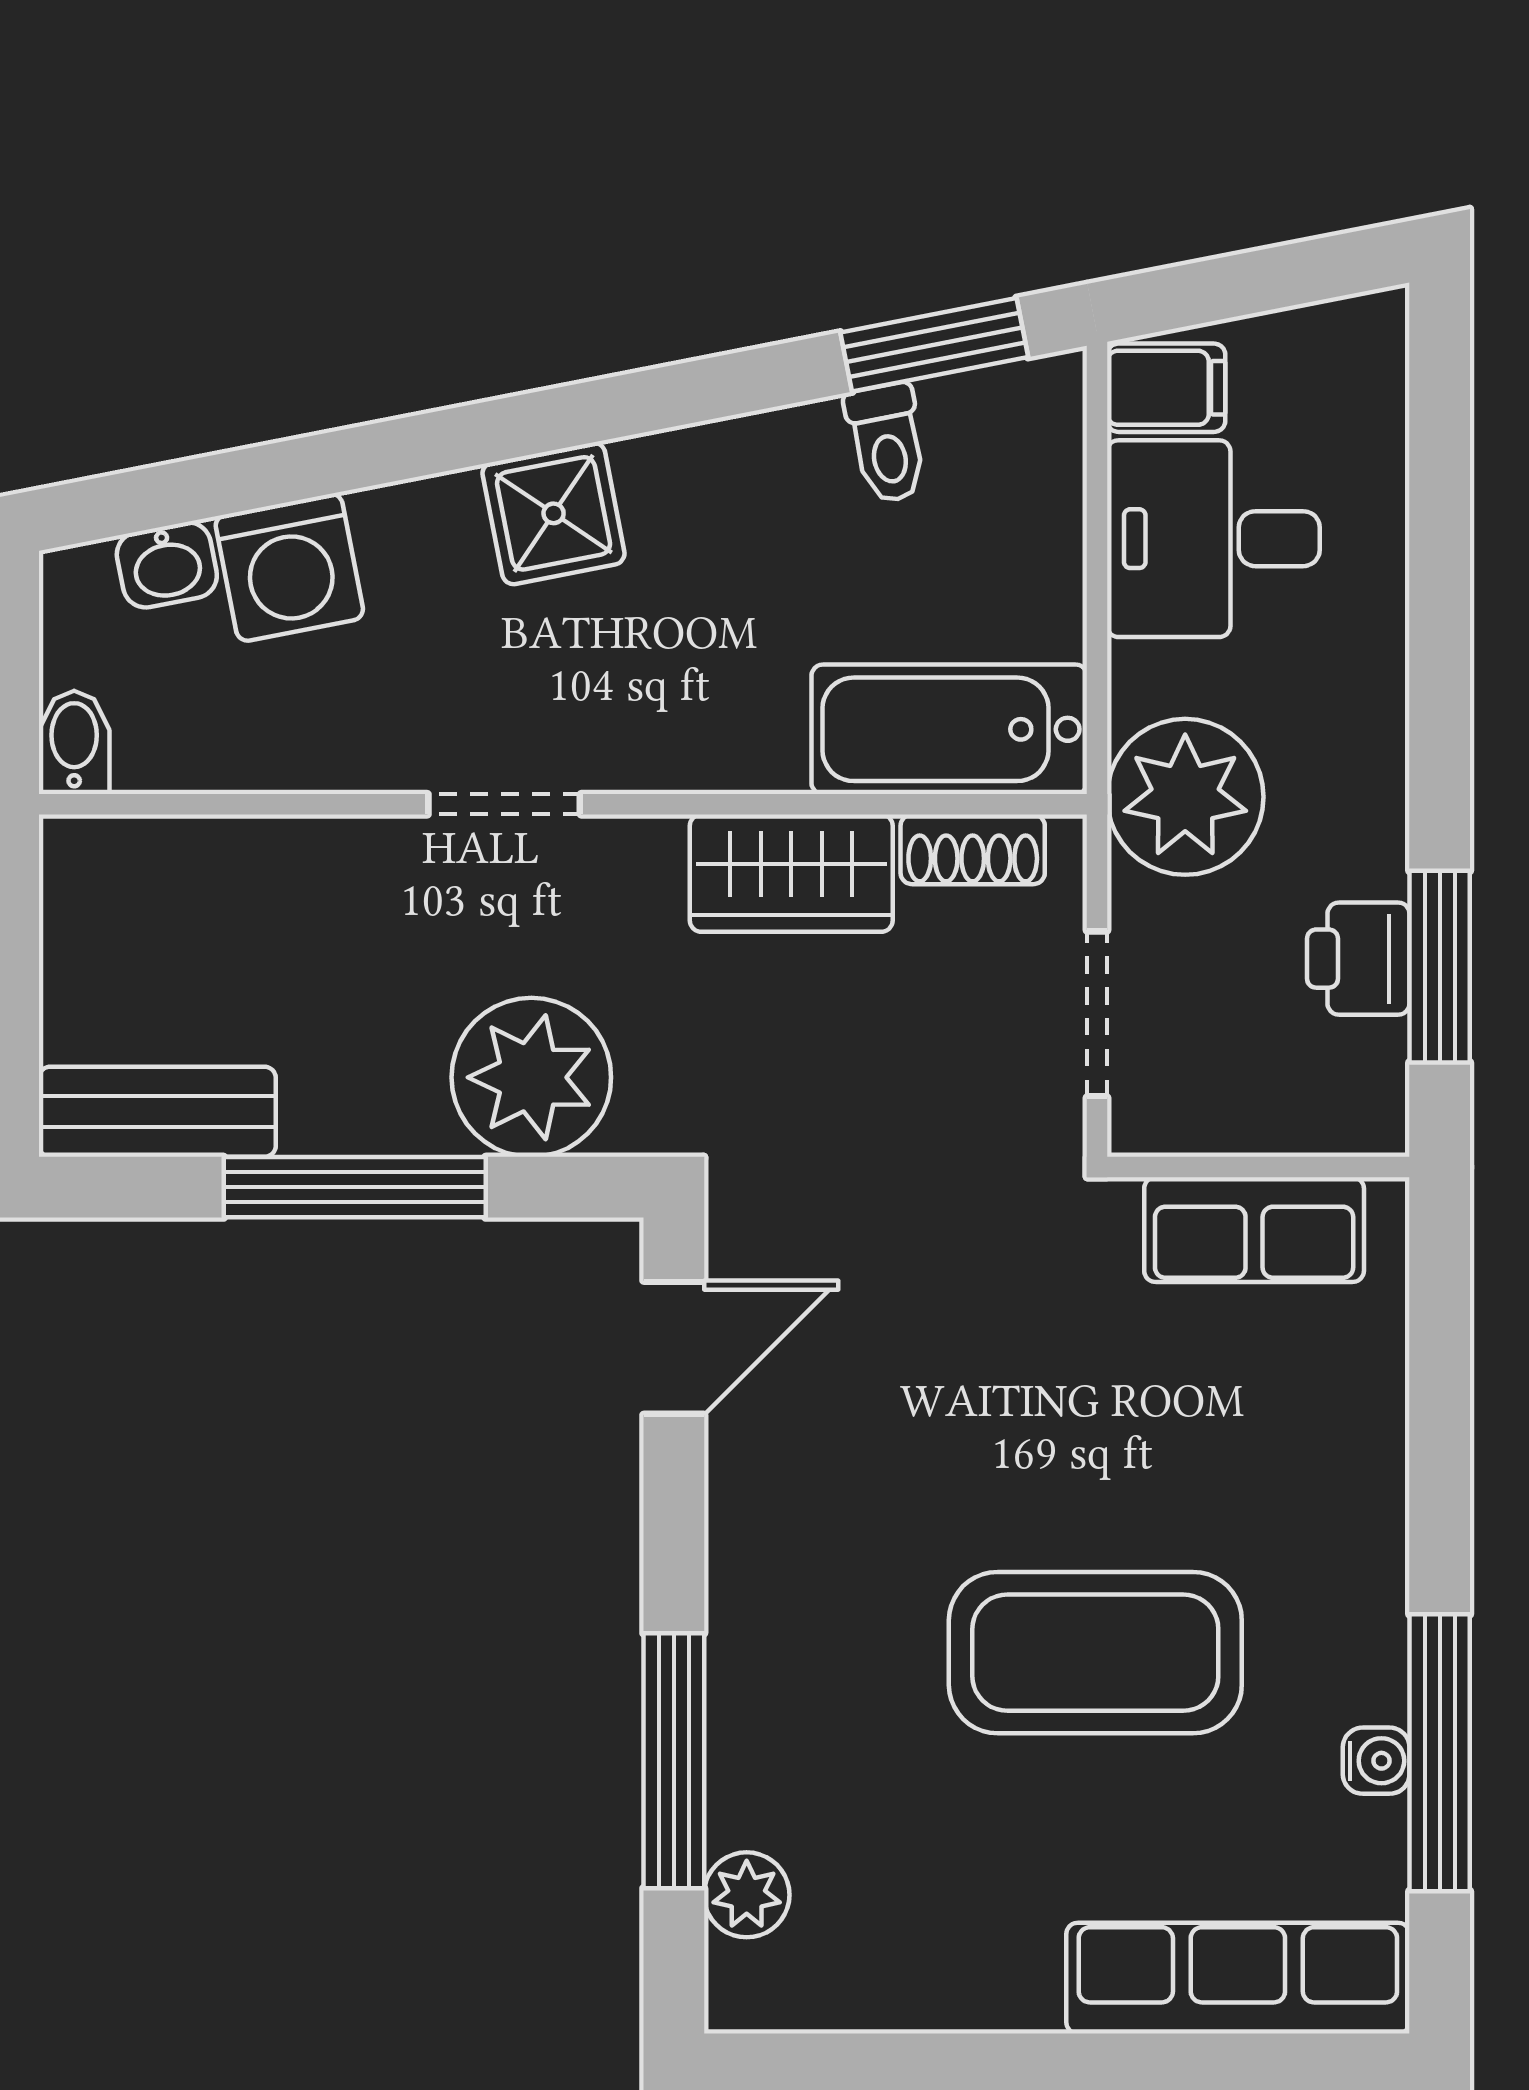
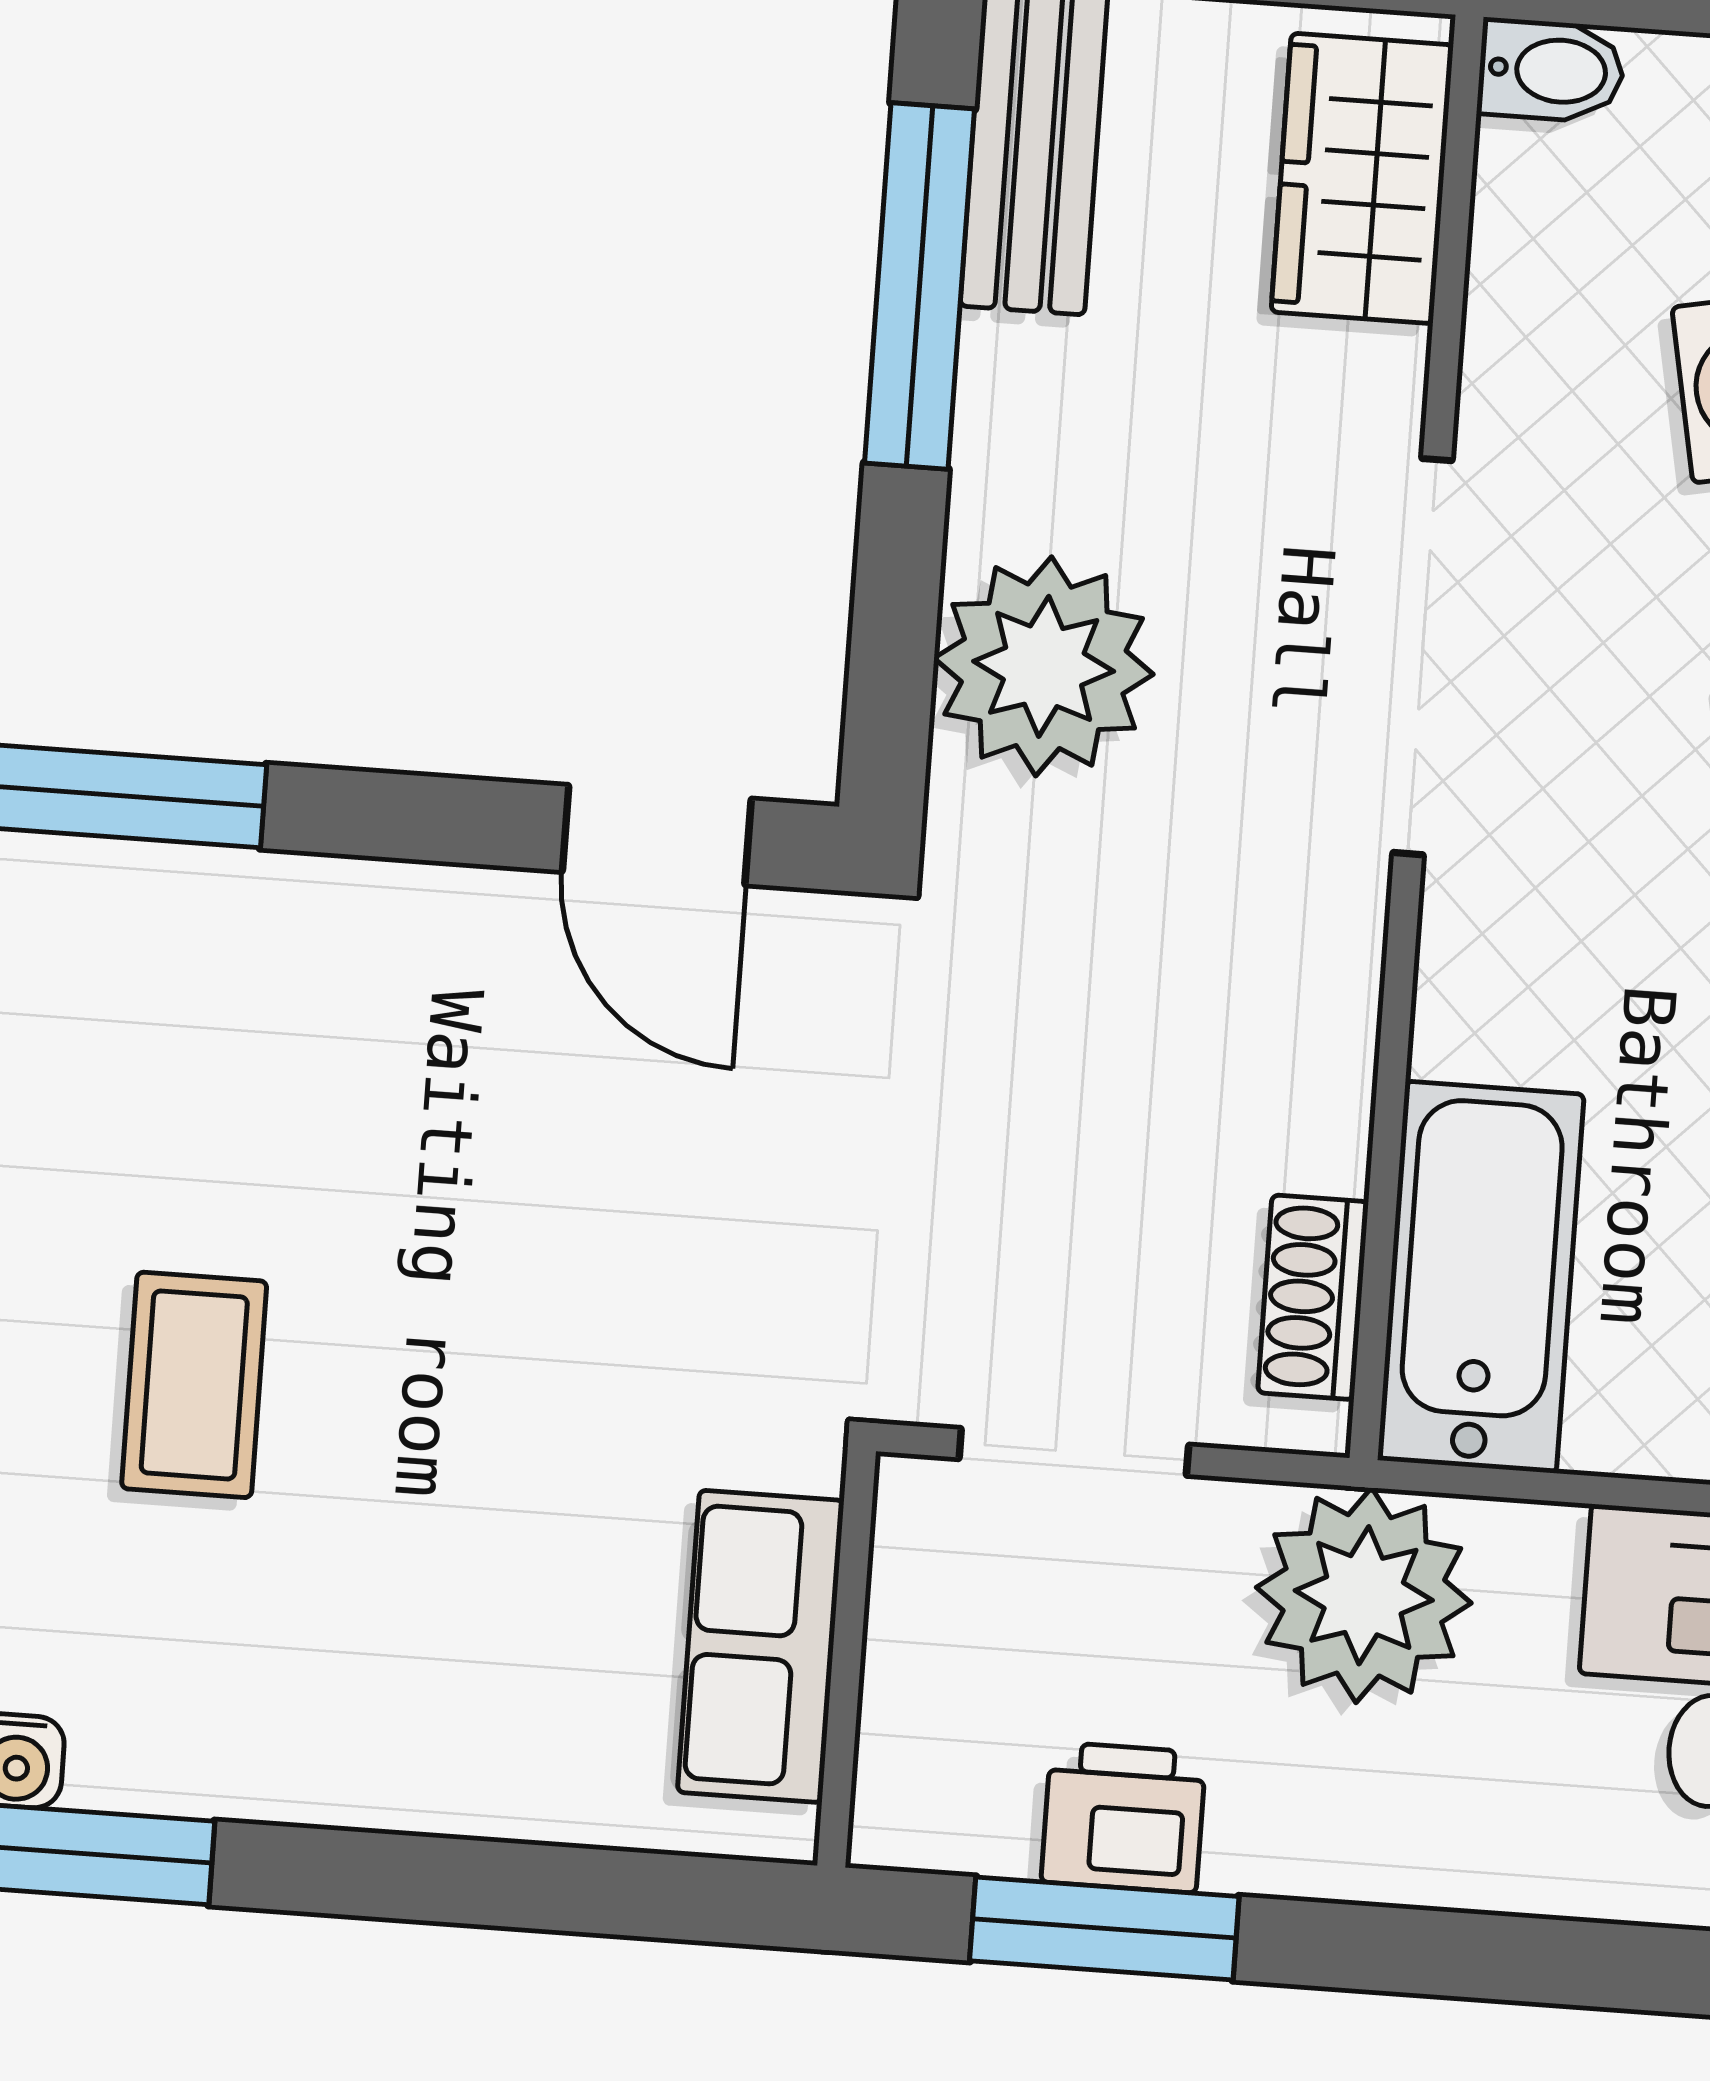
doorway: (504, 804) -> (1422, 657), width x1.88
wardrobe: (791, 873) -> (1362, 178), moved
window: (355, 1187) -> (919, 286), moved
coffee table: (1095, 1653) -> (194, 1385), width x0.54, depth x0.58

